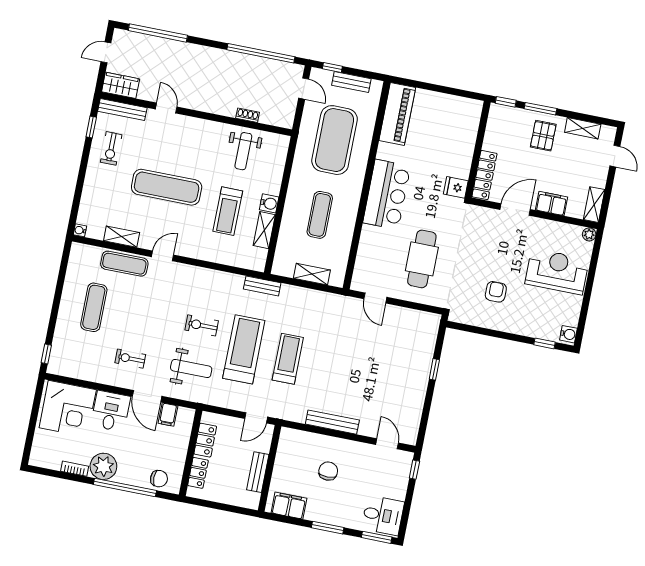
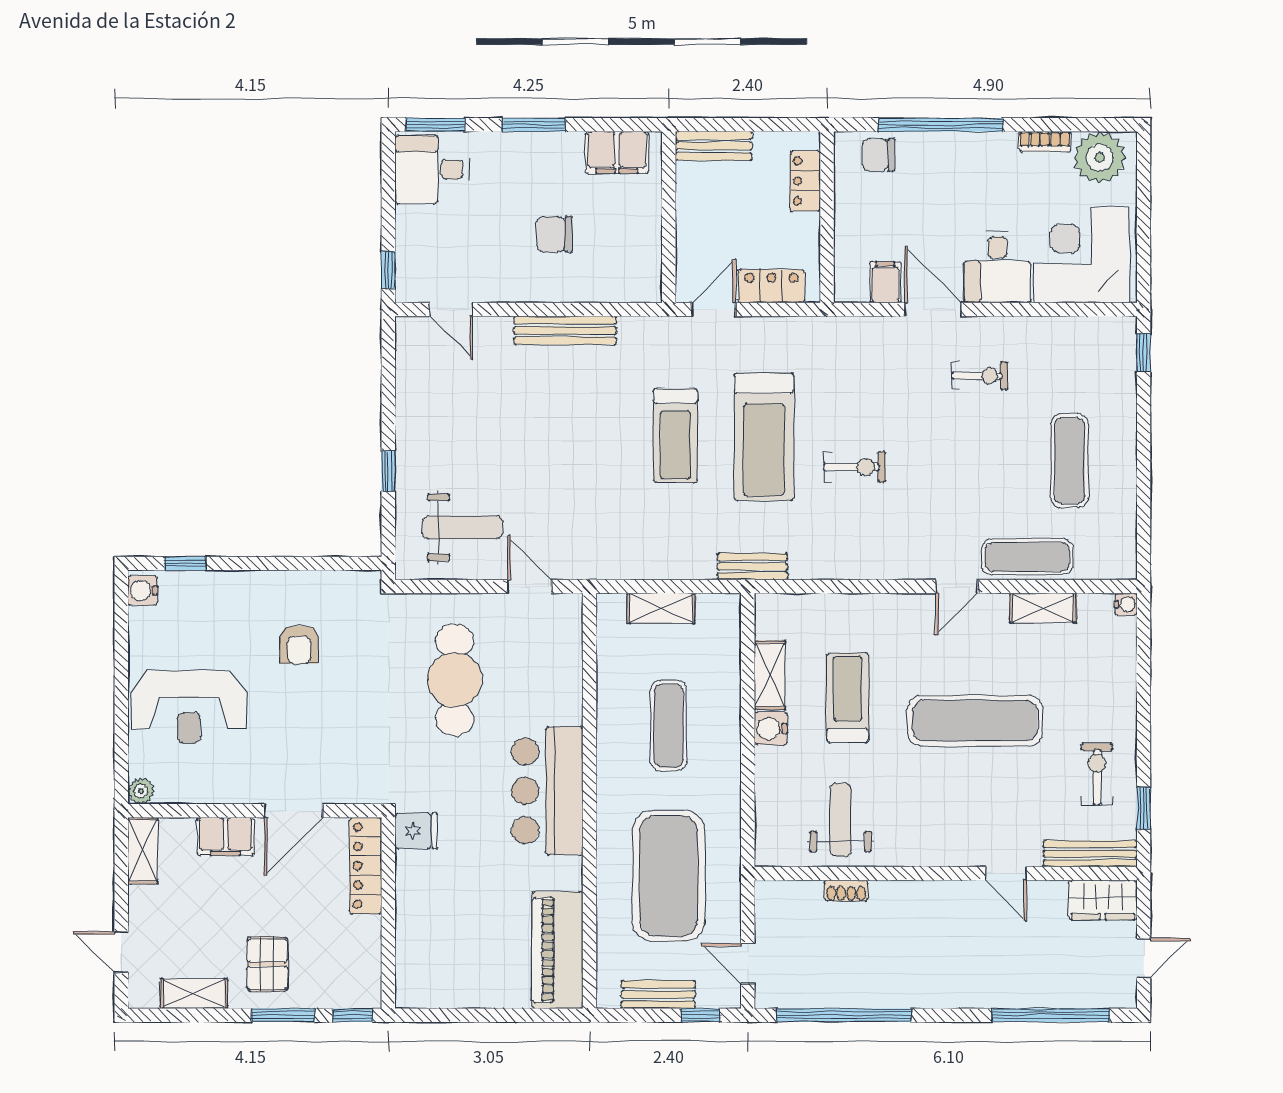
weight bench: (191, 369) -> (463, 527), moved, turned 180
locker: (205, 440) -> (771, 286), moved, turned 90
plant: (103, 466) -> (1100, 157), moved
chair: (328, 471) -> (554, 234), turned 90
bench: (258, 472) -> (714, 146), moved, turned 90

